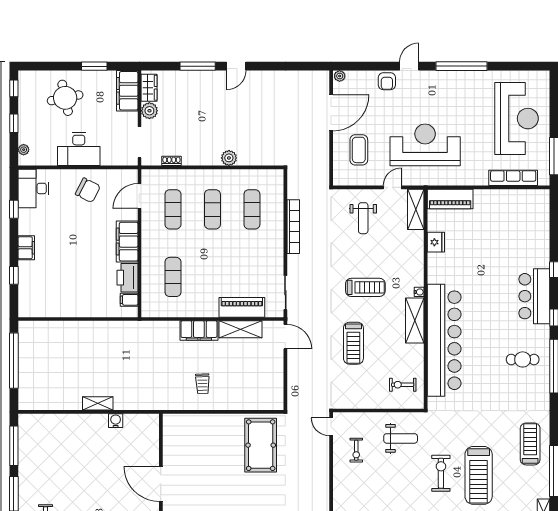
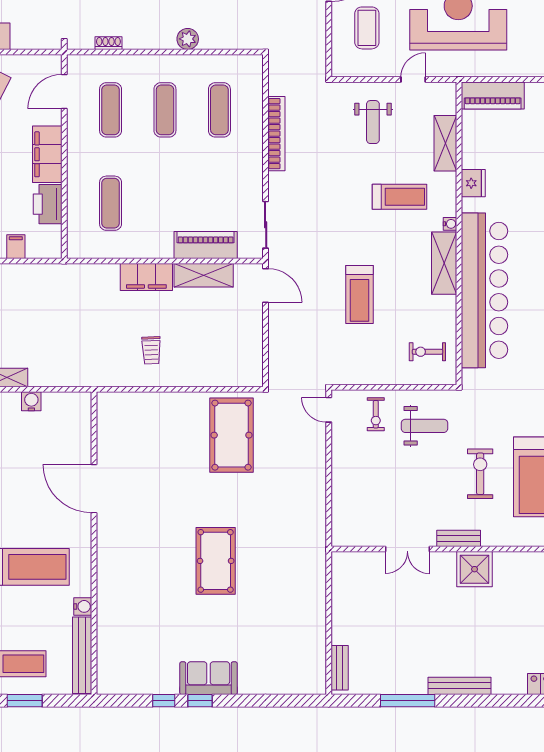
shelving: (416, 209) -> (445, 143), moved
fridge: (436, 242) -> (473, 183), moved
treadmill: (365, 287) -> (399, 197), moved
filing cabinet: (129, 300) -> (16, 247), moved, turned 90
exercise bike: (356, 450) -> (376, 414), moved

